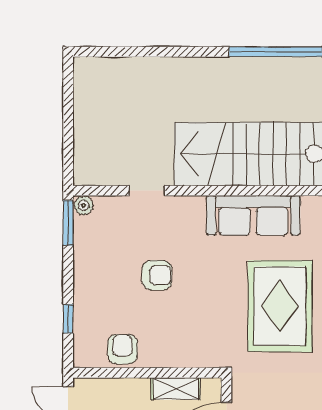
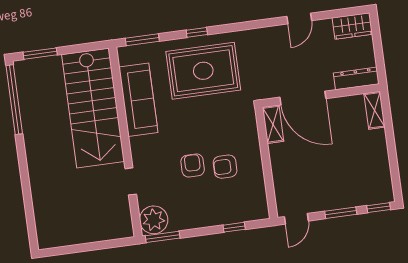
plant: (84, 205) -> (154, 220), width x1.87, depth x1.87
armchair: (122, 349) -> (225, 167), moved
shelving: (176, 389) -> (273, 124), moved

